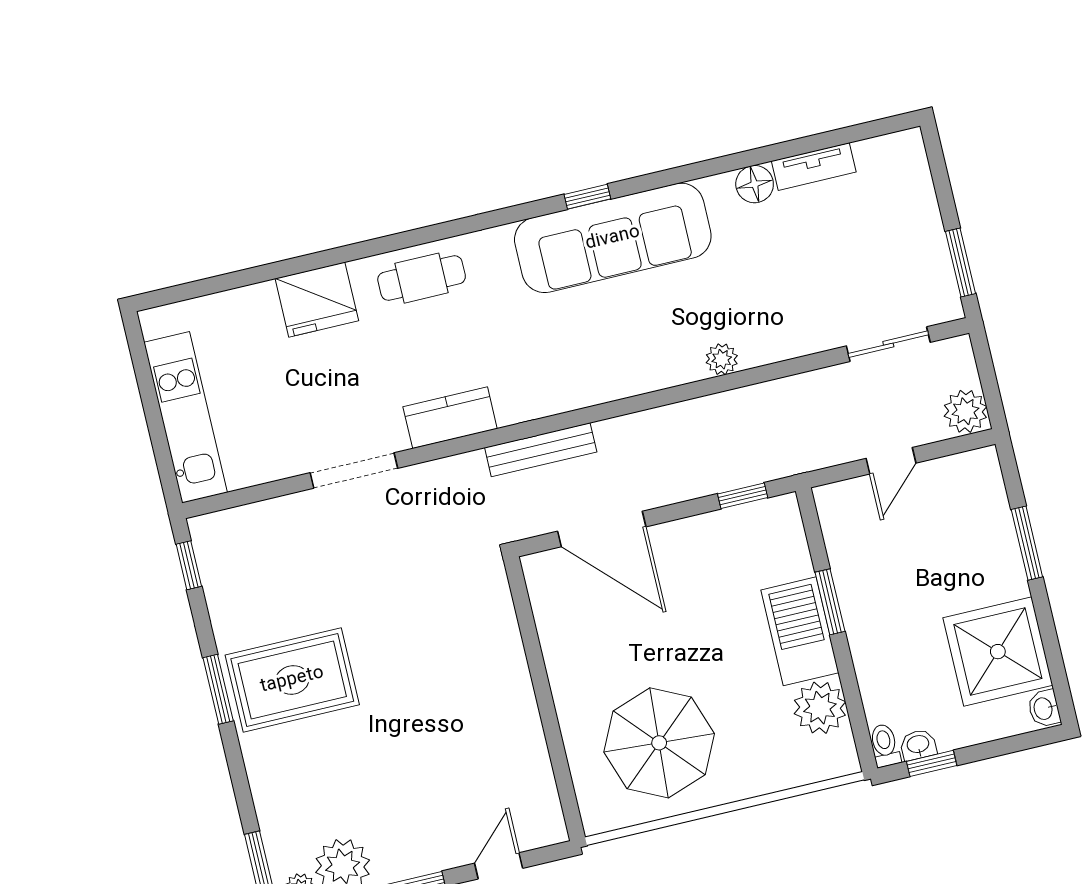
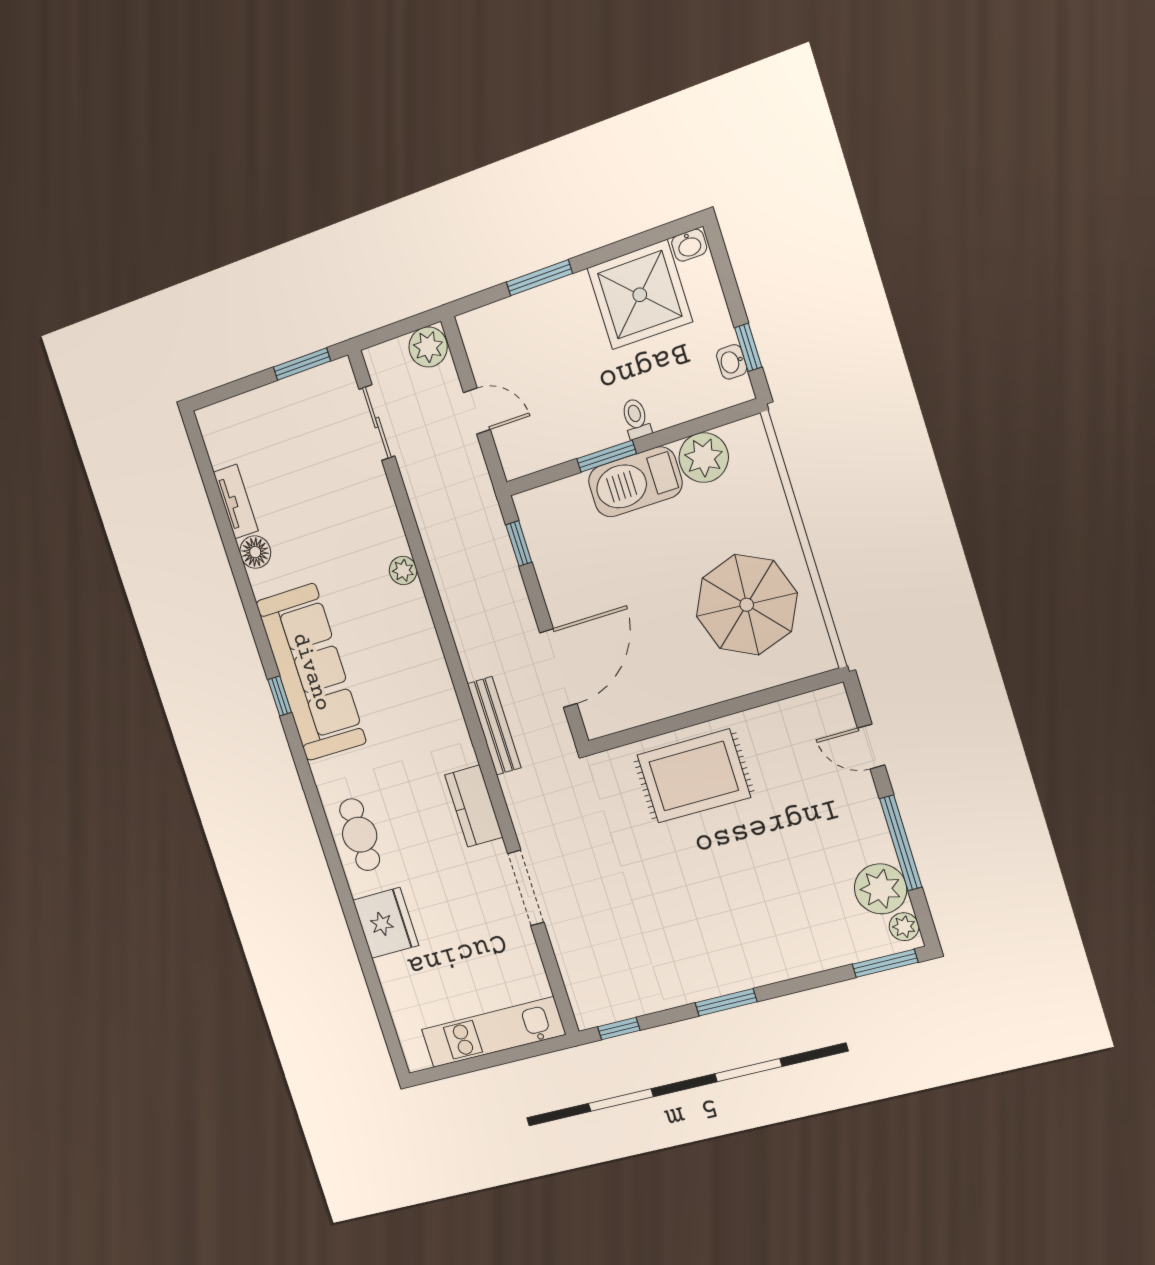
rug: (292, 680) -> (694, 776), moved, turned 90
toilet: (885, 745) -> (636, 419), moved, turned 90

